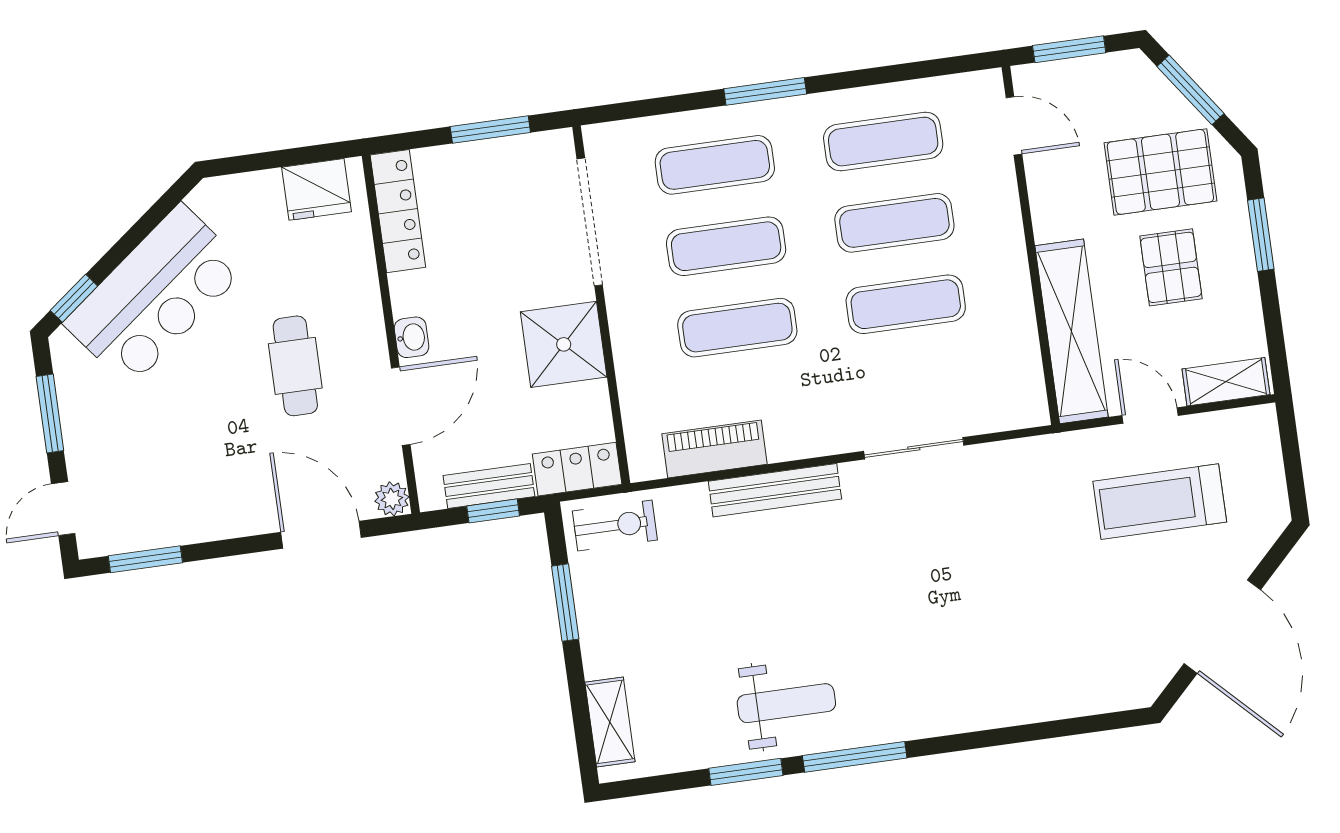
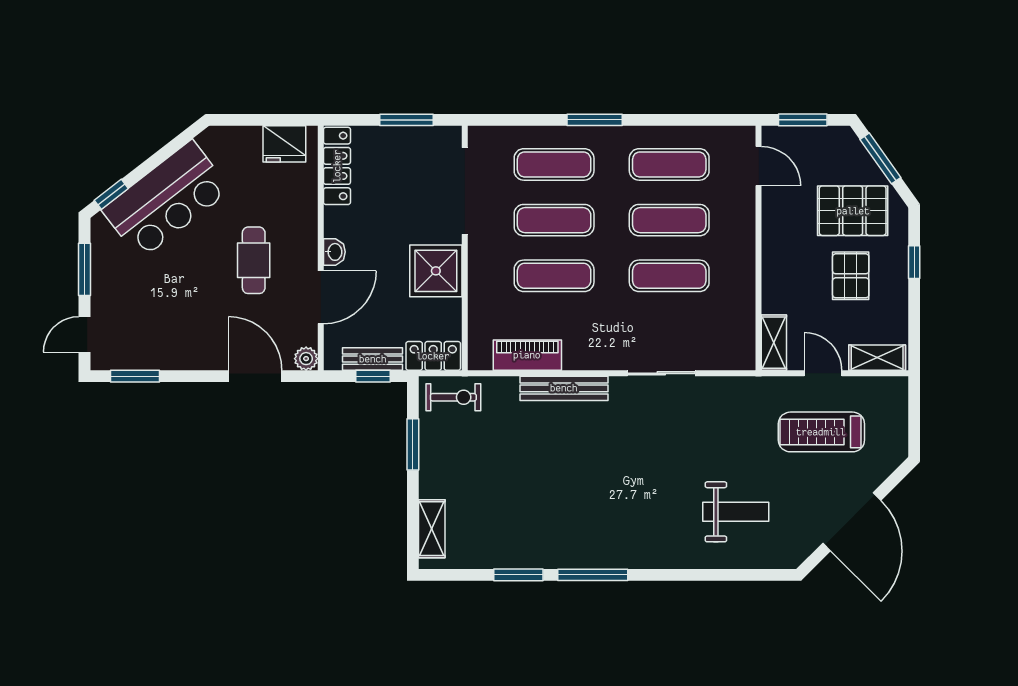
window: (1261, 235) -> (914, 262), width x0.67
shelving: (1072, 331) -> (774, 343), width x0.45, depth x0.75
weight bench: (786, 703) -> (736, 512), moved

